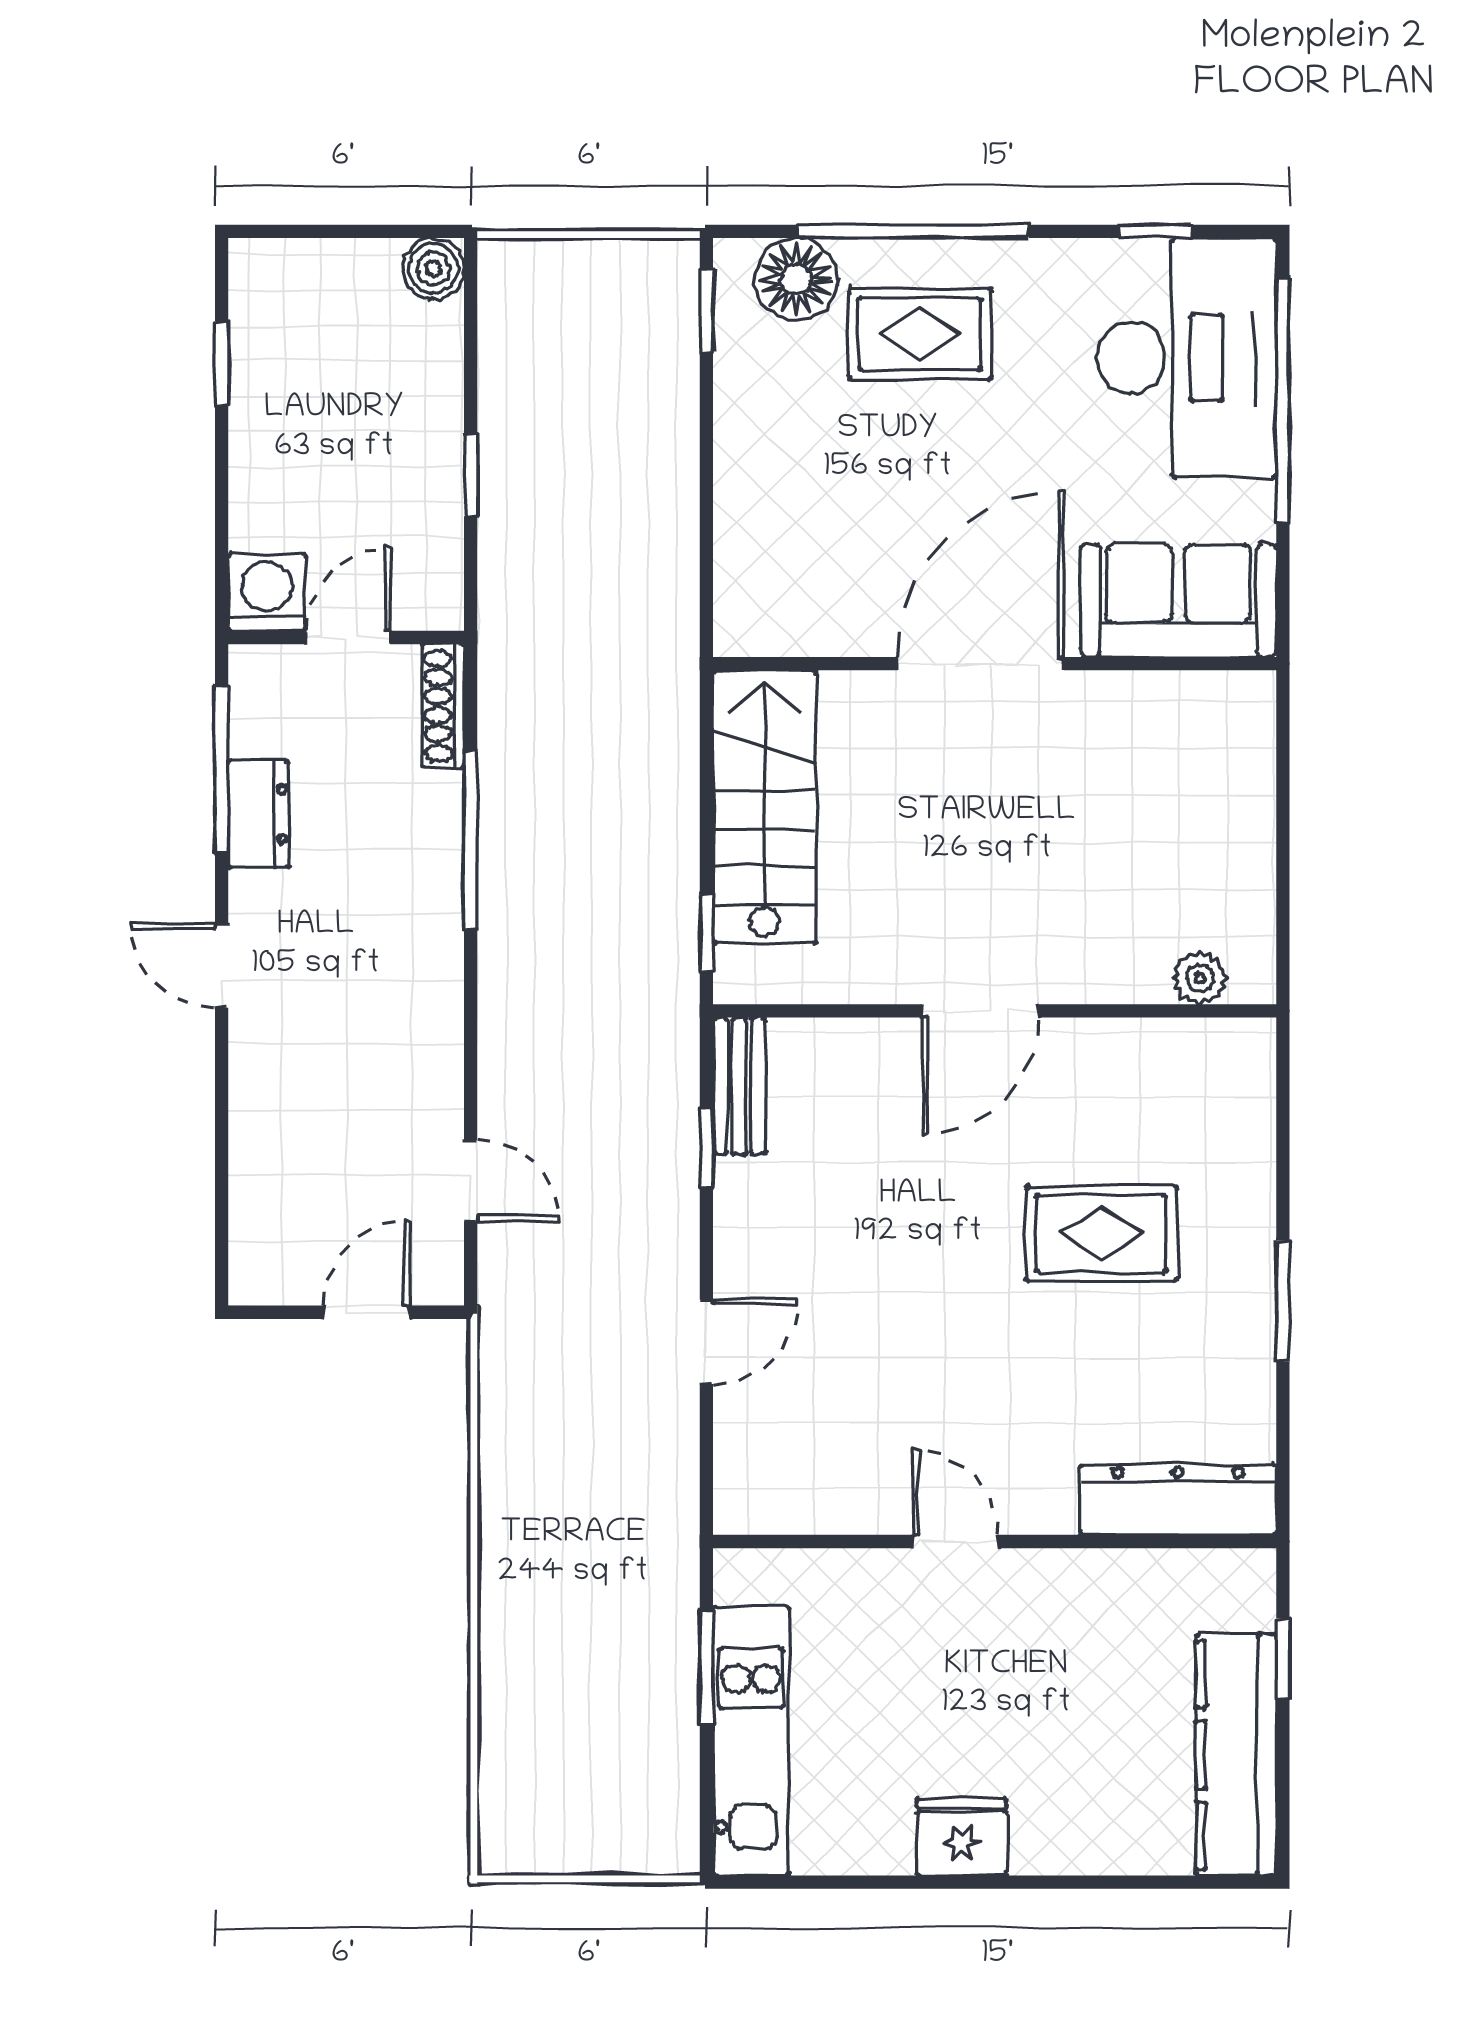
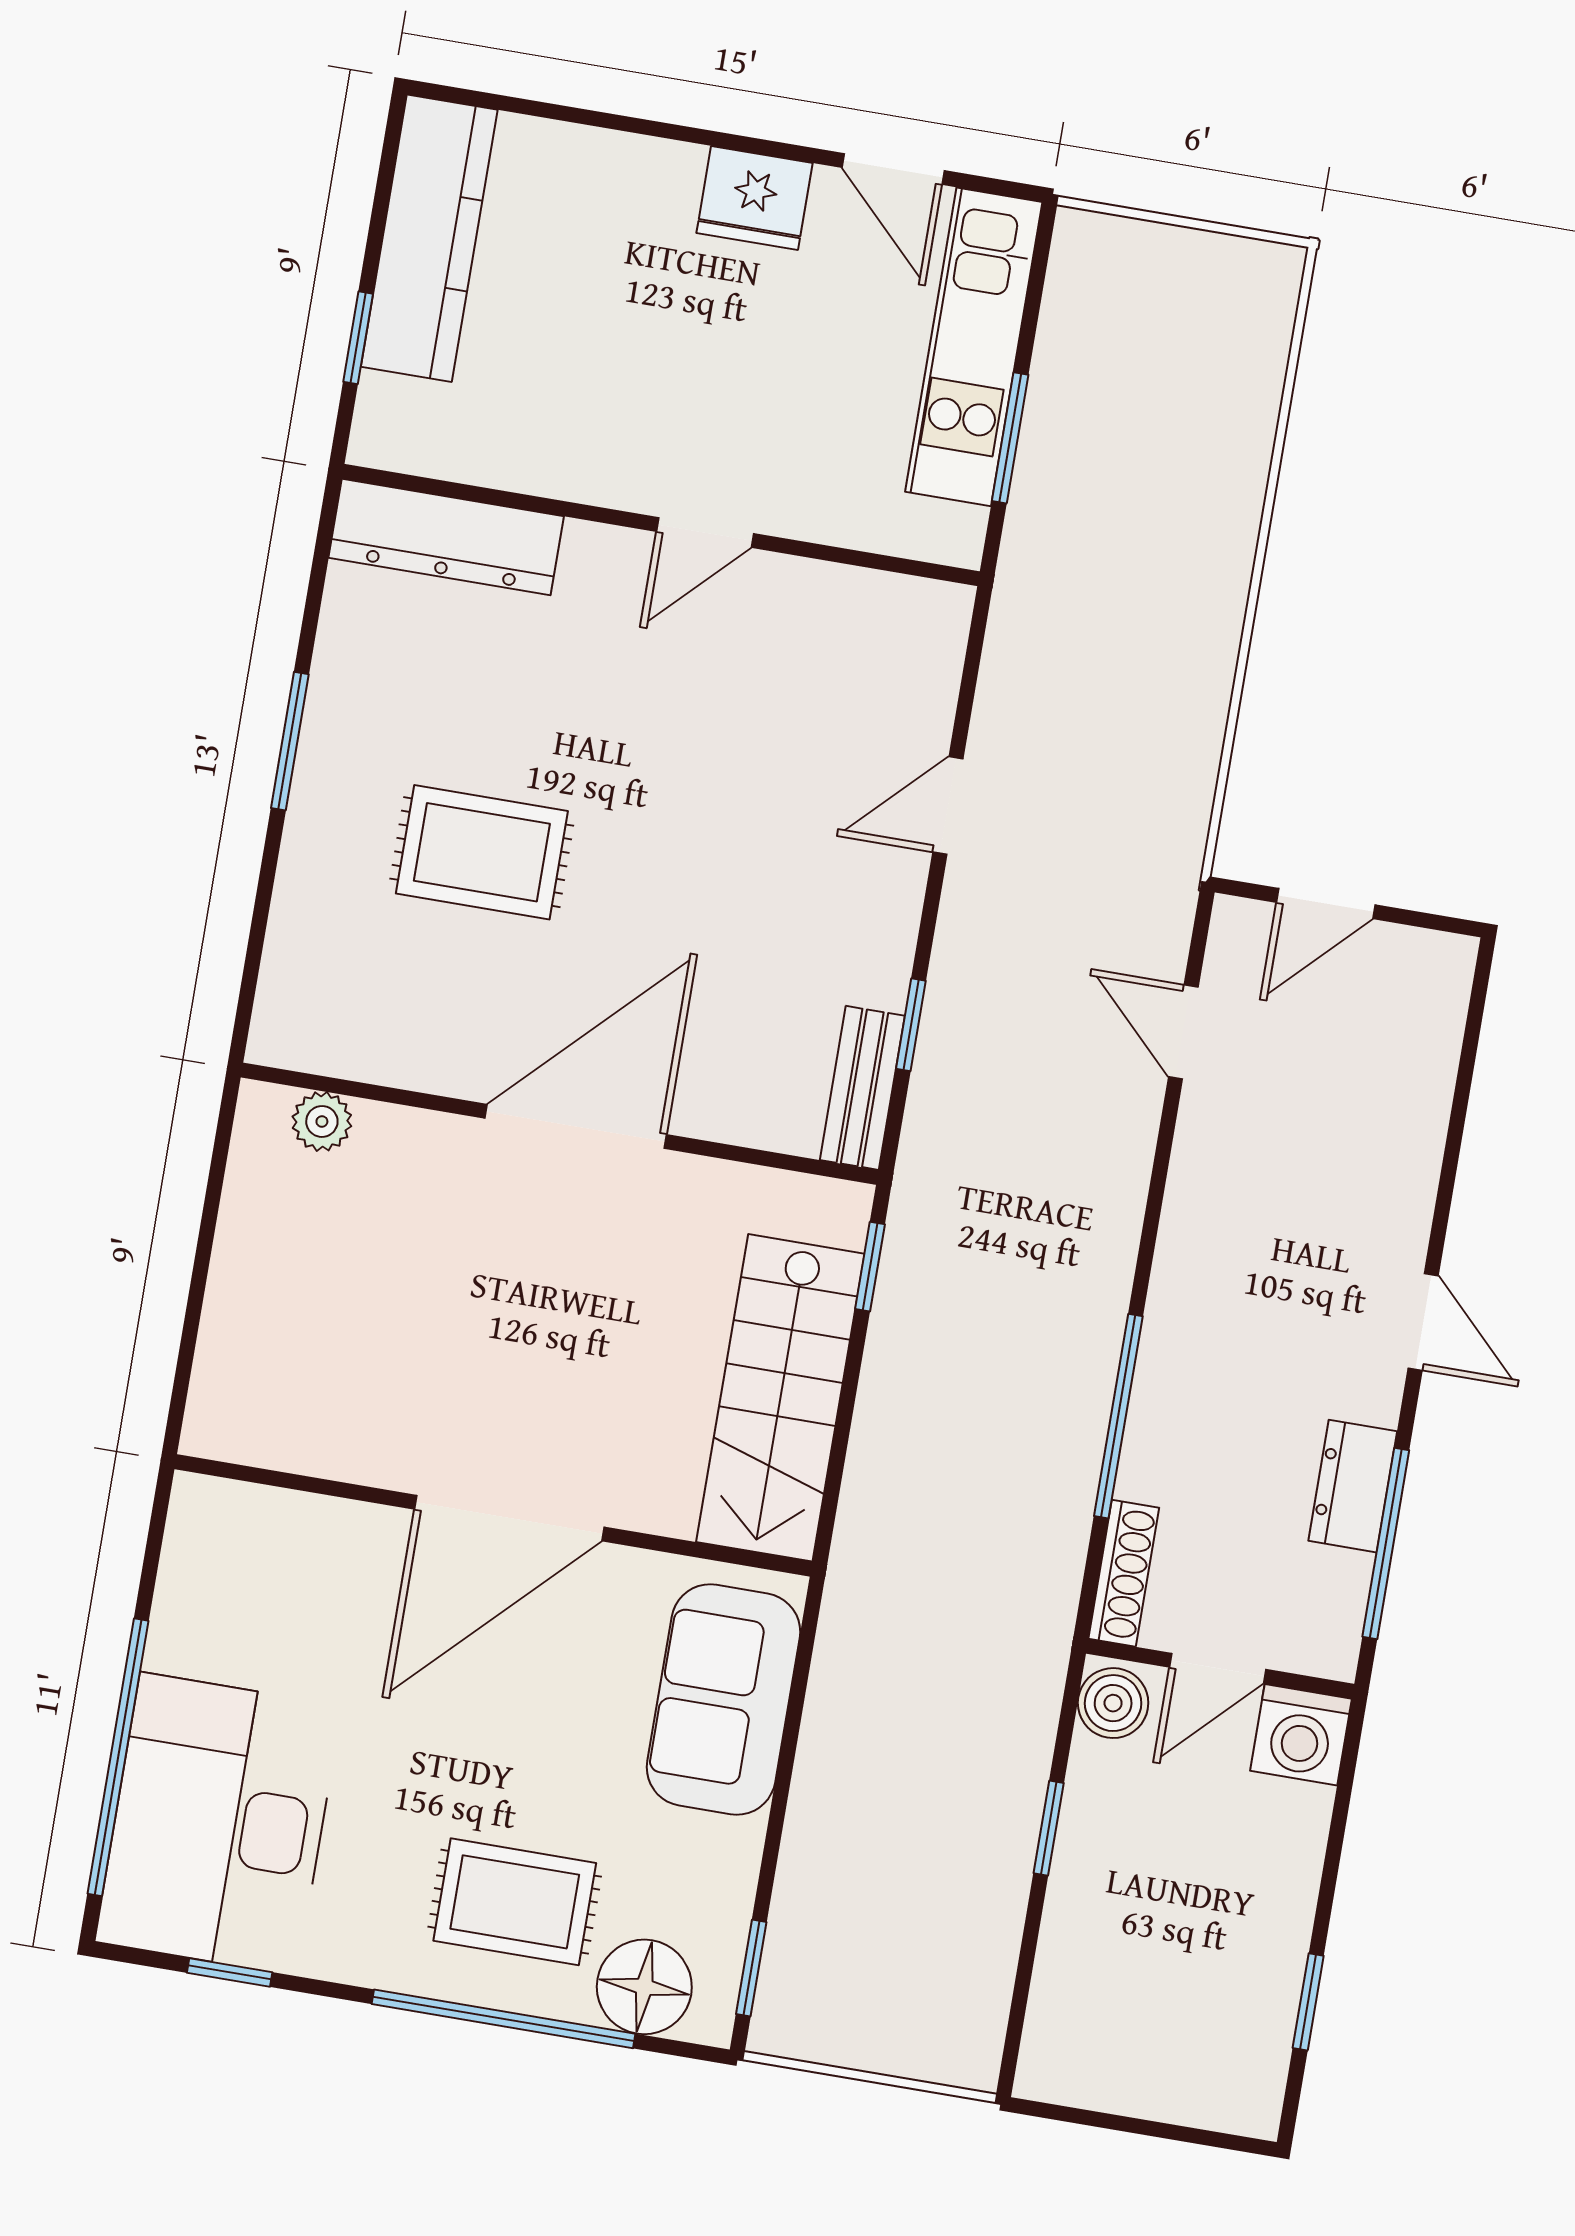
boiler: (433, 269) -> (1113, 1703), moved
sofa: (1178, 601) -> (723, 1700), moved, turned 90
door: (980, 1011) -> (576, 1126), width x1.36
door: (956, 1542) -> (705, 532), hinge flipped
door: (846, 1882) -> (893, 169), added

